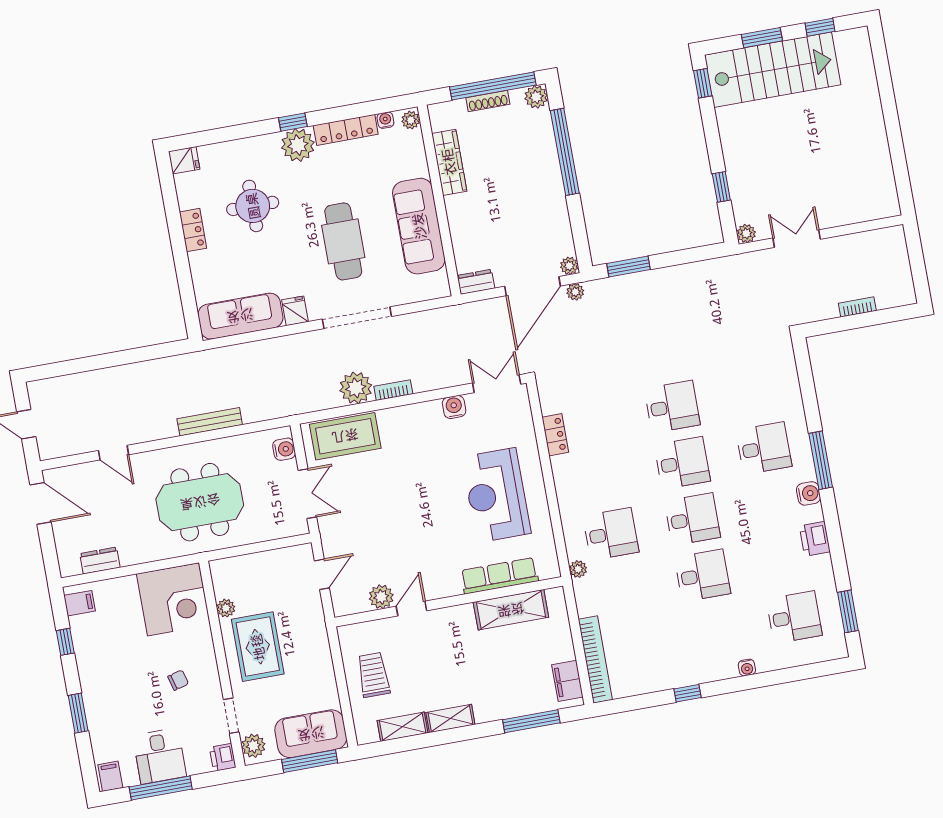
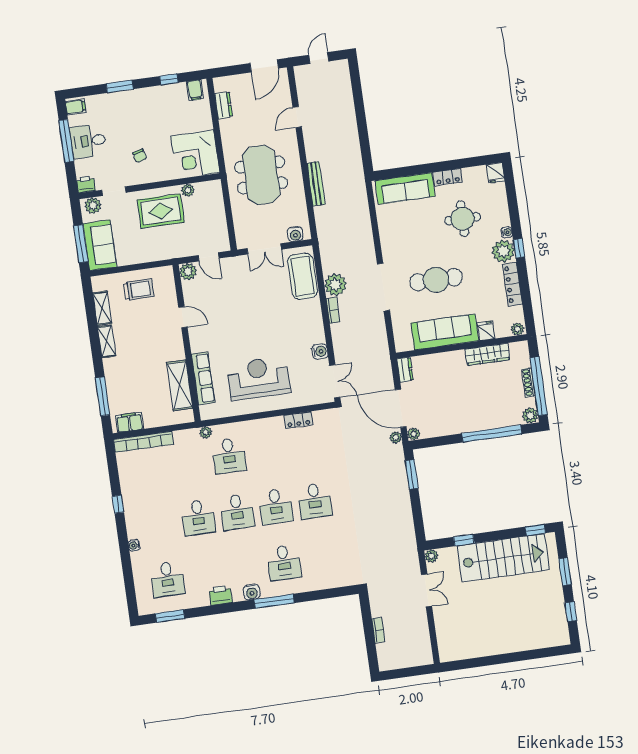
stairs: (773, 70) -> (503, 558), moved, turned -90
water cooler: (385, 120) -> (507, 232), moved
fridge: (295, 311) -> (486, 331), moved, turned -90
sofa: (240, 316) -> (405, 188), moved, turned 90
plant: (381, 597) -> (188, 271), moved

